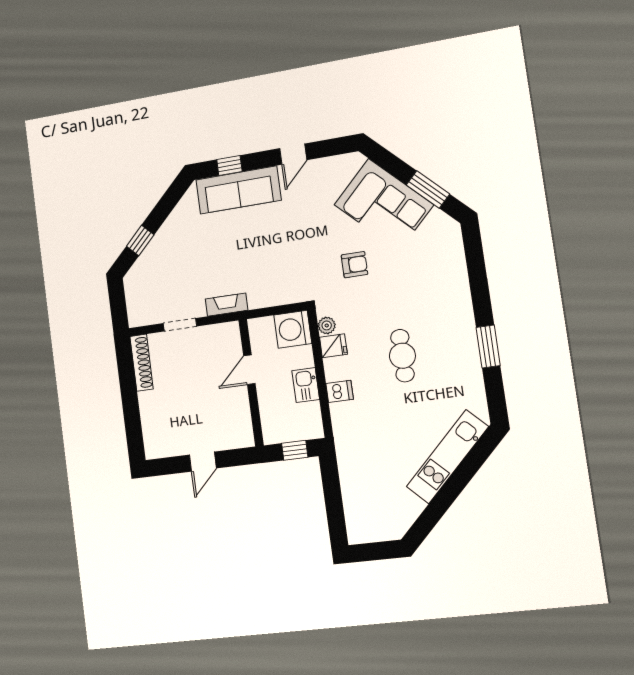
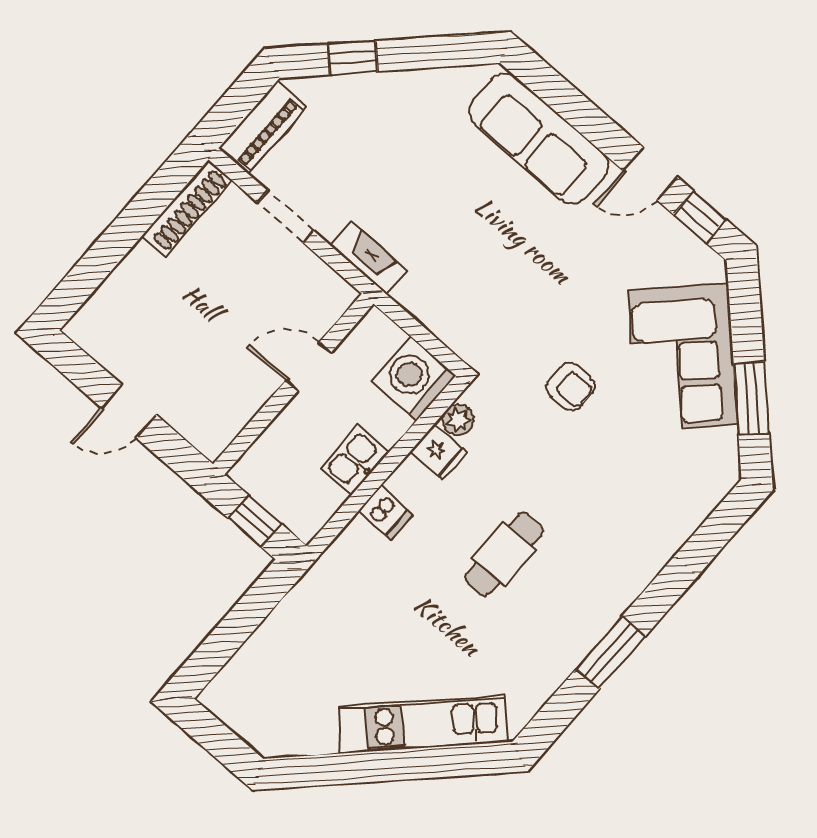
window: (229, 166) -> (700, 217), moved
piano: (136, 303) -> (262, 128), added

